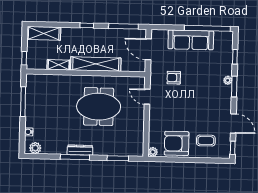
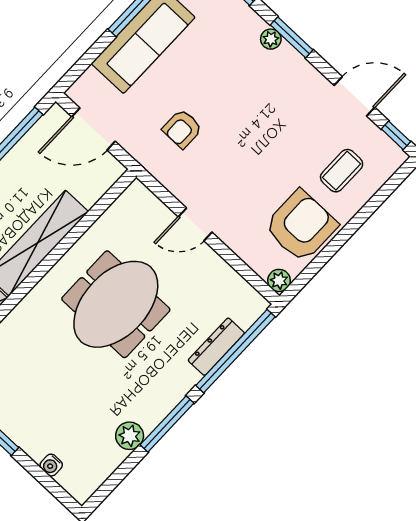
door: (147, 97) -> (195, 224), moved
armchair: (177, 143) -> (301, 226), turned 180
plant: (35, 148) -> (130, 436), moved
dresser: (80, 150) -> (216, 347), moved
window: (118, 158) -> (235, 351), width x2.11

